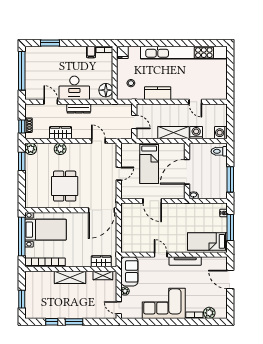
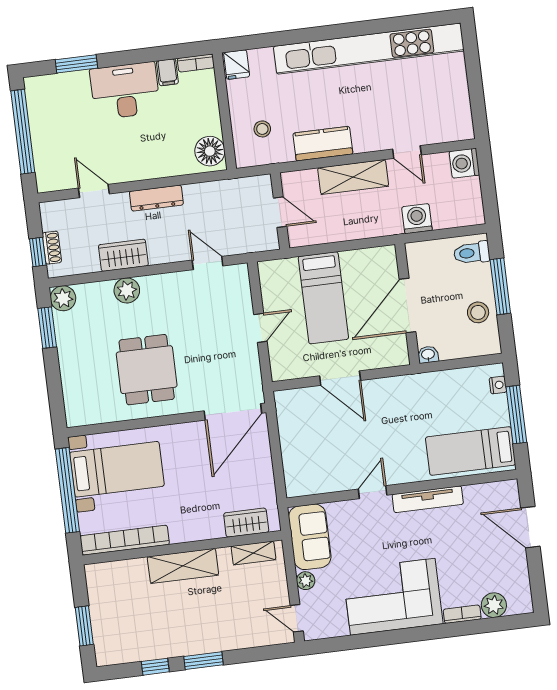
desk: (74, 88) -> (125, 91), moved, turned 180
shelving: (173, 133) -> (353, 177), moved
washing machine: (221, 133) -> (464, 163), moved
stool: (219, 179) -> (478, 312), added
window: (230, 179) -> (500, 286), moved
door: (161, 255) -> (373, 492), hinge flipped

